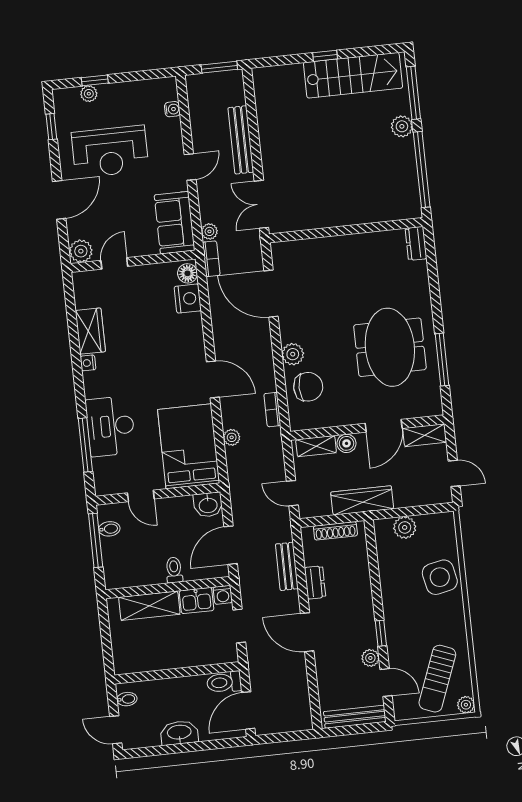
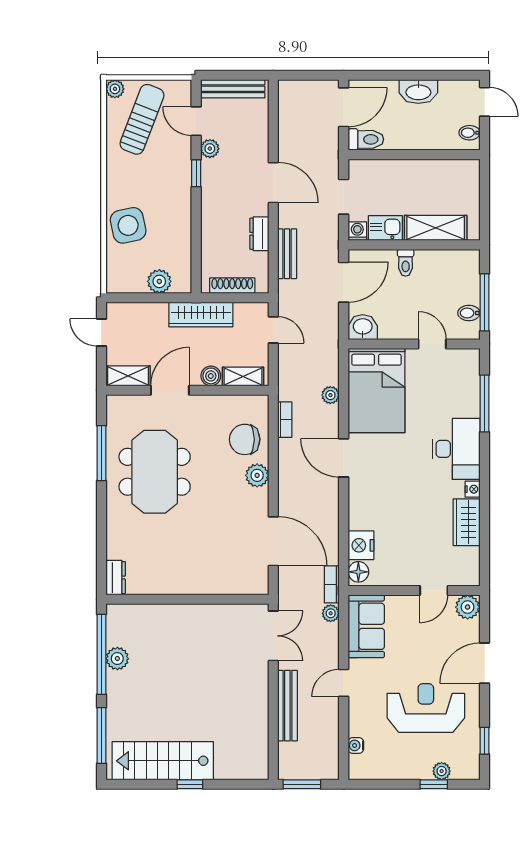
plant: (402, 126) -> (117, 659), moved
desk: (110, 426) -> (456, 449), moved

